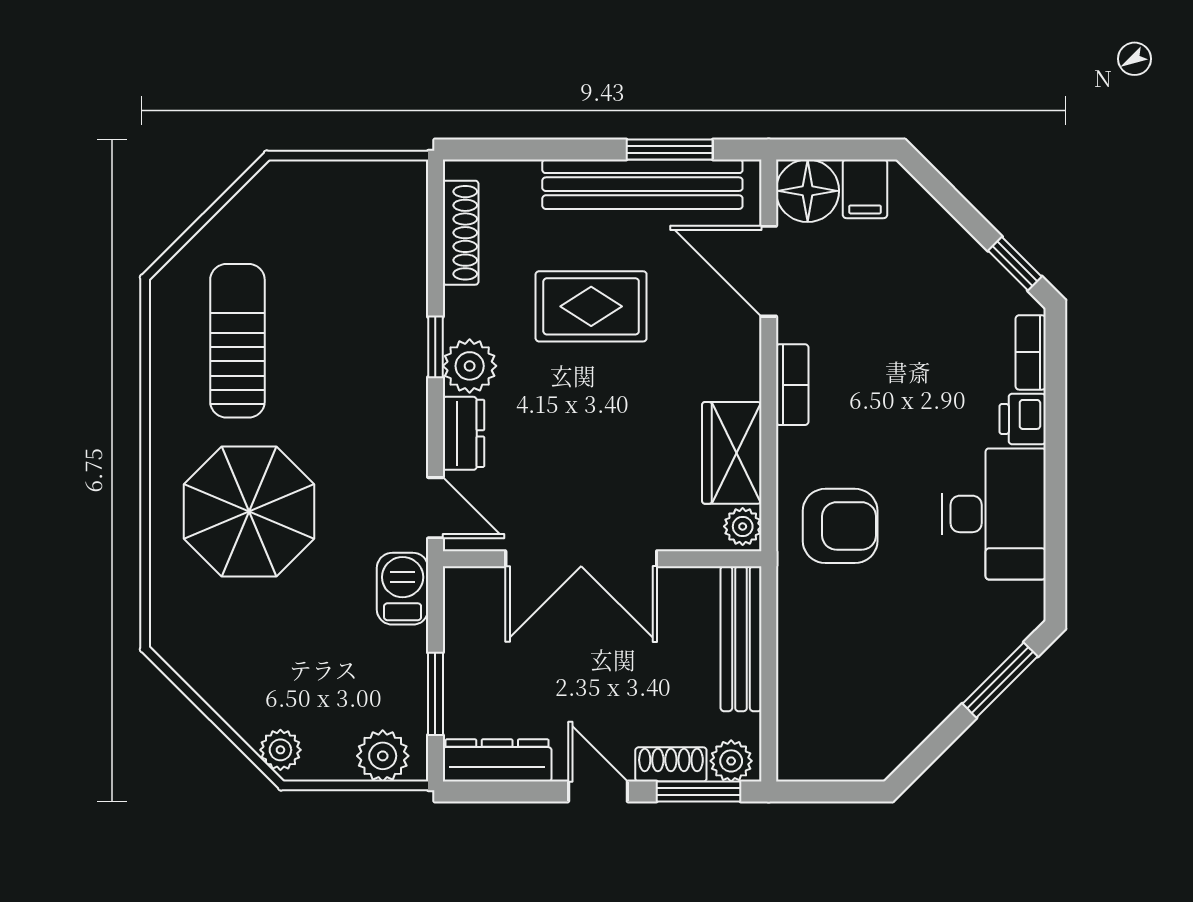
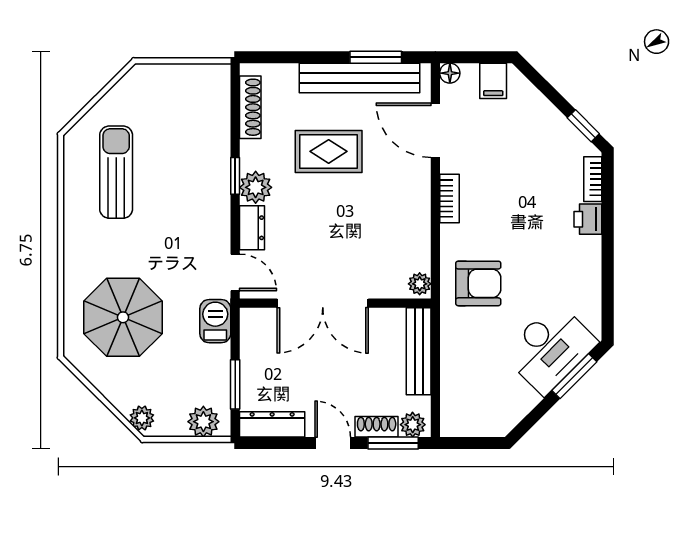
floor lamp: (808, 191) -> (450, 73), width x0.53, depth x0.53
wardrobe: (732, 453) -> (413, 240), removed
parasol: (249, 511) -> (123, 317), moved
desk: (994, 514) -> (550, 348), moved, turned 45

